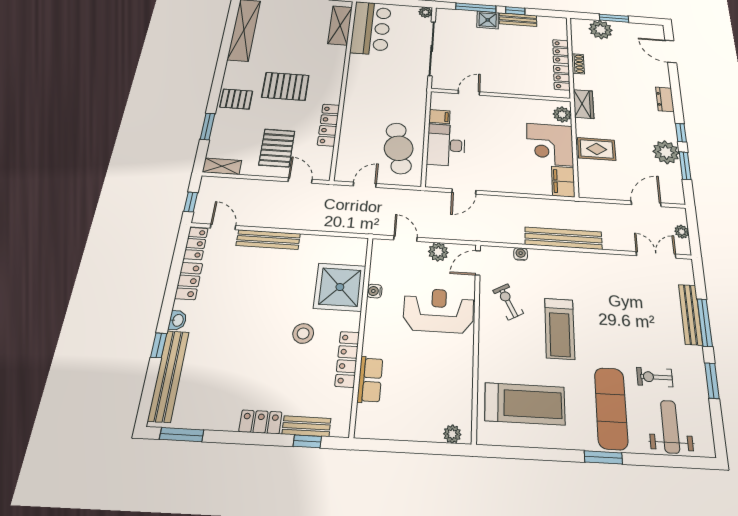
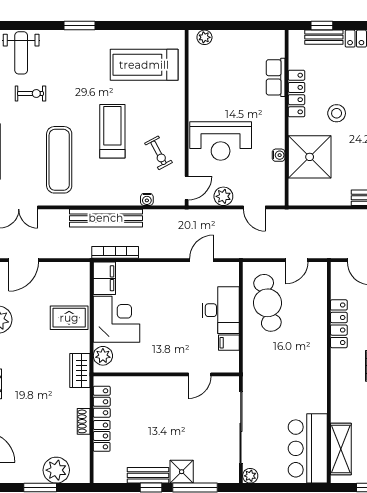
bookcase: (553, 205) -> (115, 252), added
exercise mat: (611, 408) -> (59, 160), moved

